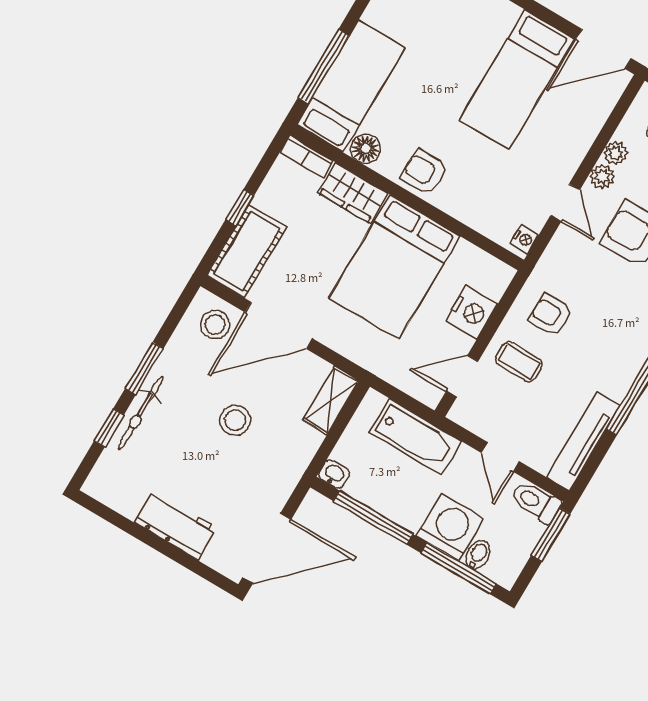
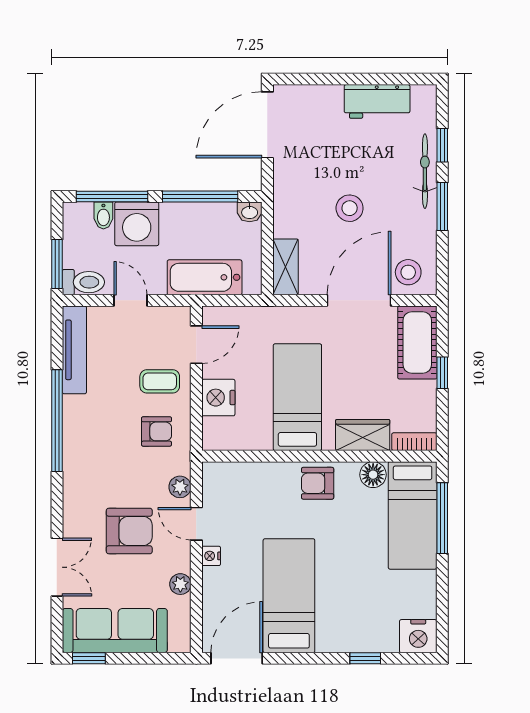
armchair: (424, 172) -> (318, 483), turned 180
plant: (602, 176) -> (180, 487), moved
nightstand: (524, 239) -> (211, 556), moved
bed: (394, 267) -> (297, 397), width x0.67
workbench: (175, 525) -> (377, 101), moved

